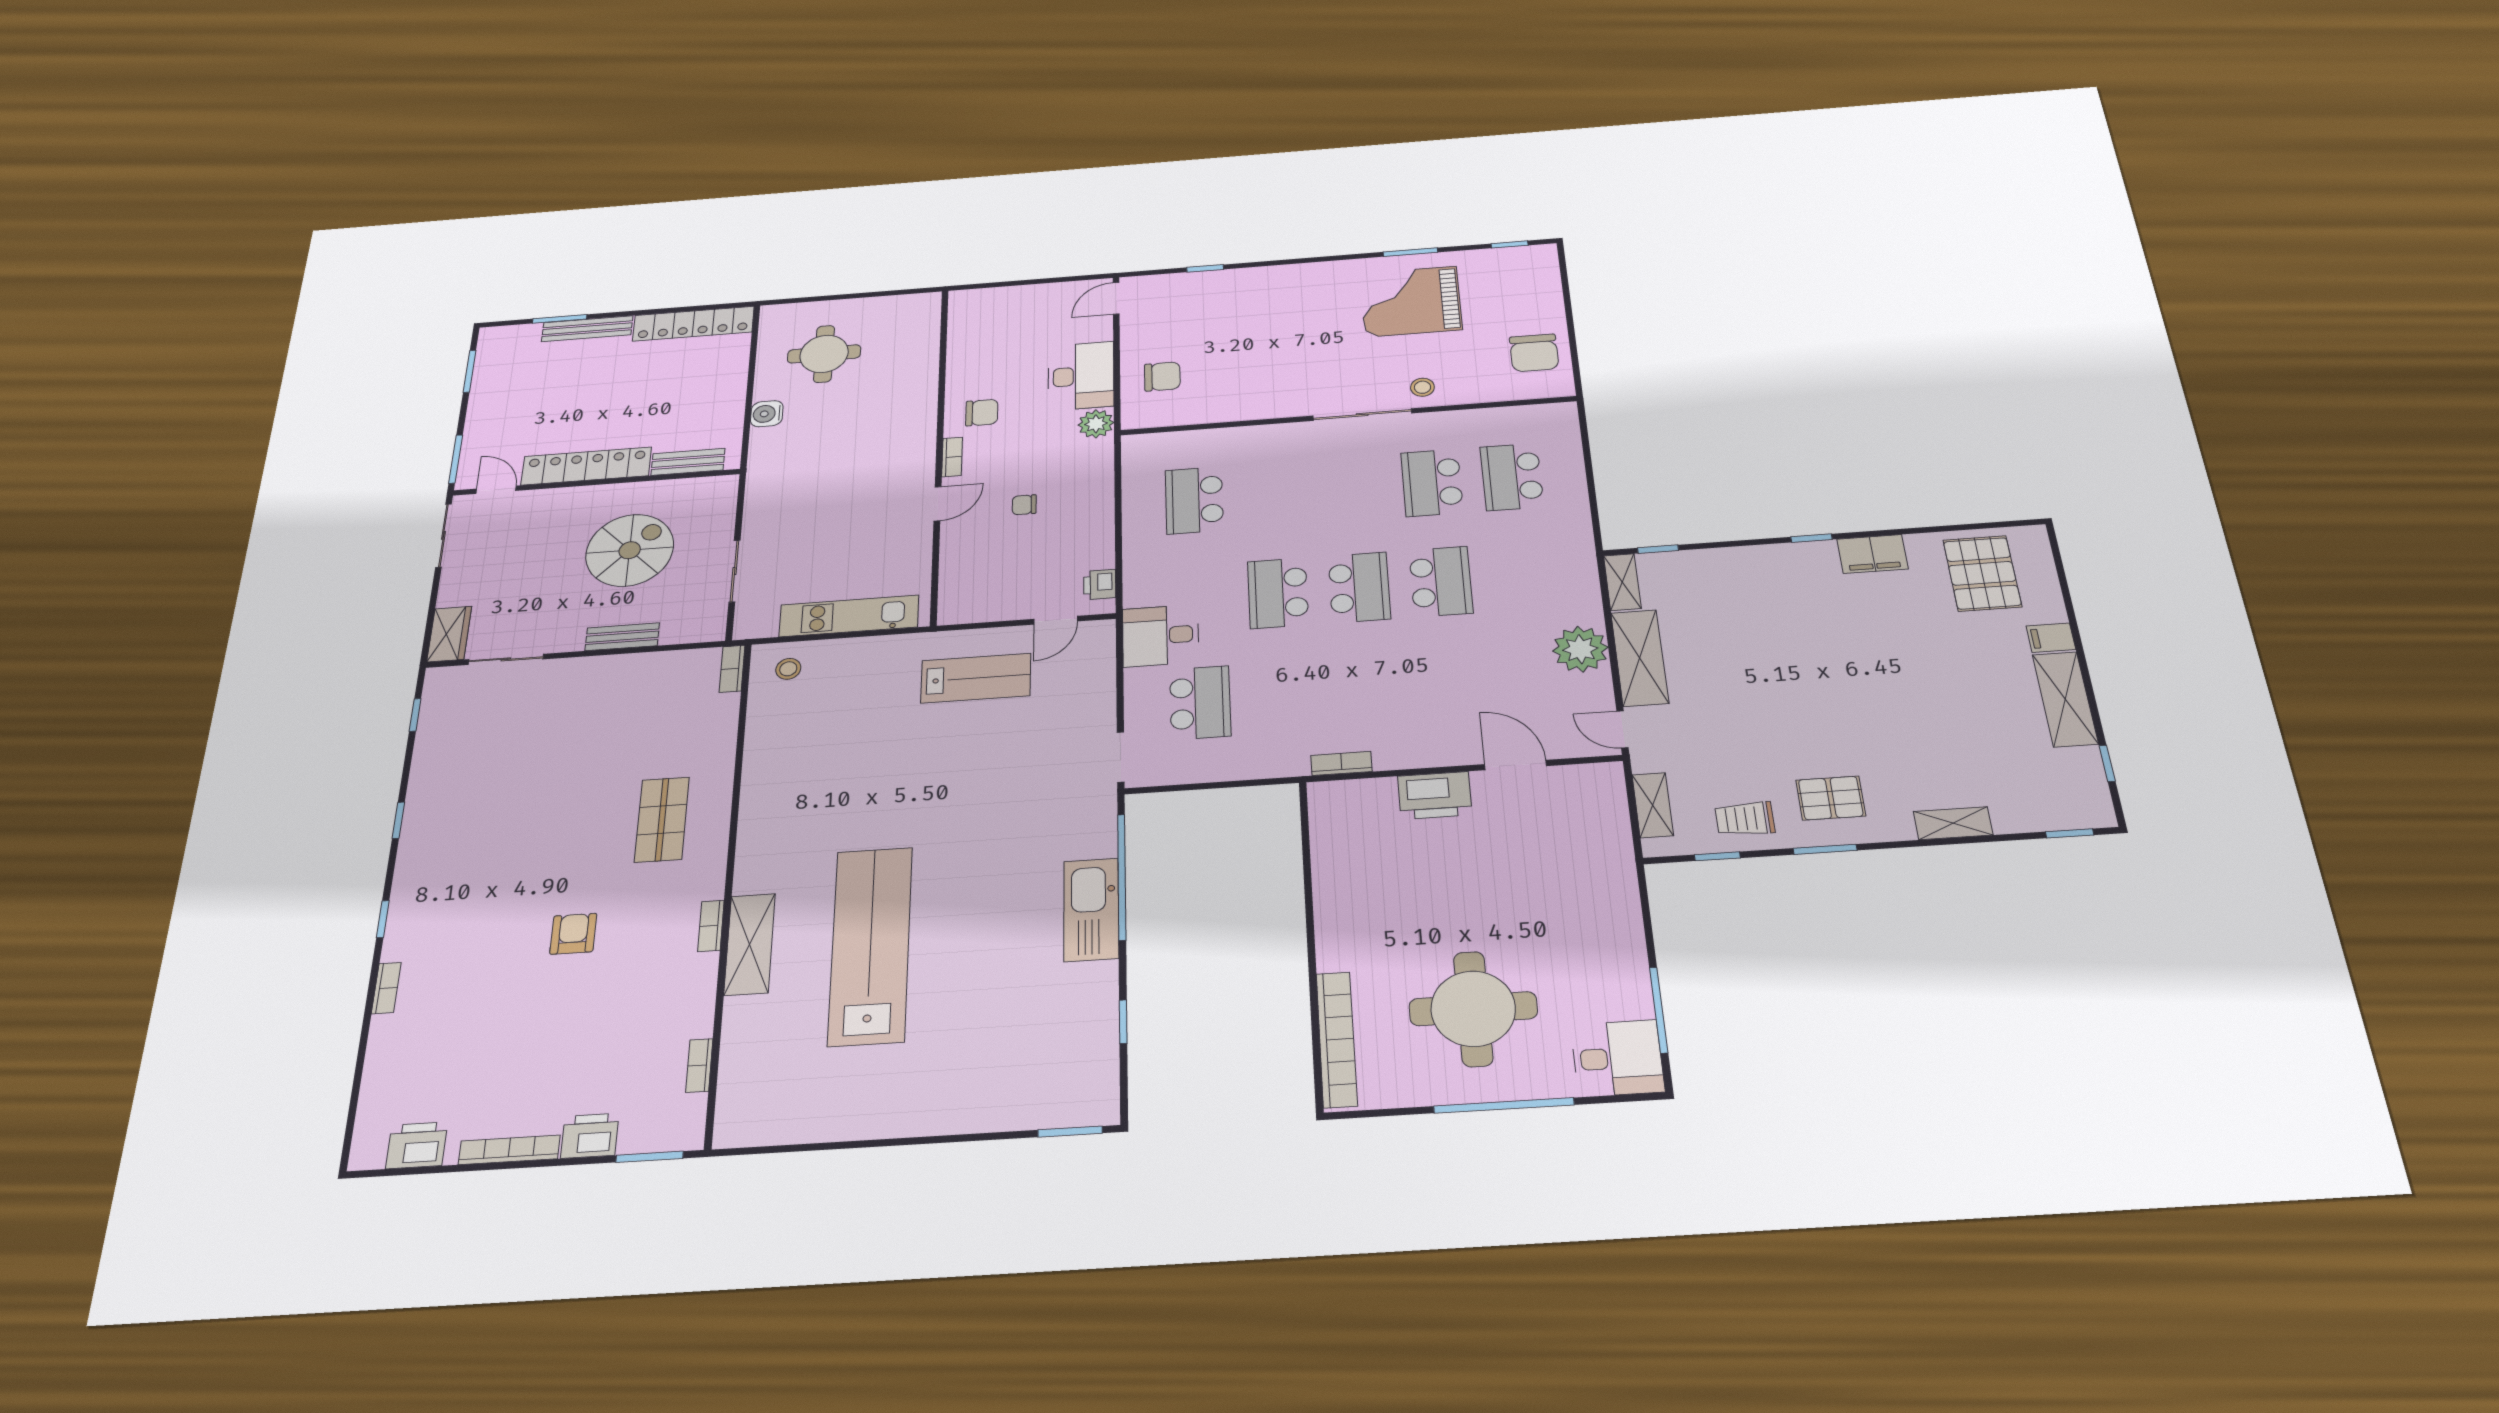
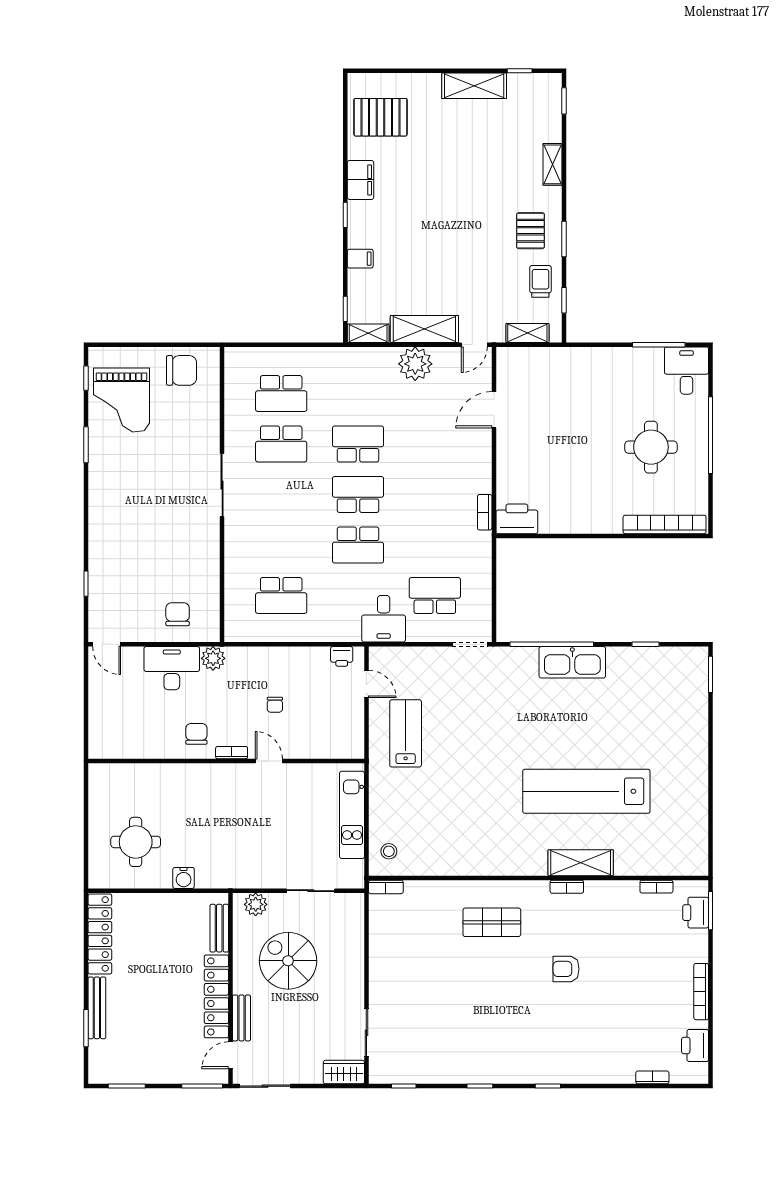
grand piano: (1411, 301) -> (122, 400), moved
stool: (1422, 387) -> (203, 445), removed
plant: (720, 504) -> (256, 904), added
bench: (622, 637) -> (241, 1018), moved
filing cabinet: (2051, 638) -> (360, 259), moved, turned -90
printer: (1435, 795) -> (517, 519), moved, turned -90
trolley: (1745, 819) -> (540, 281), turned 180
bookcase: (386, 988) -> (652, 1077), moved
round table: (1473, 1009) -> (651, 447), width x0.73, depth x0.73
printer: (590, 1136) -> (696, 913), moved

